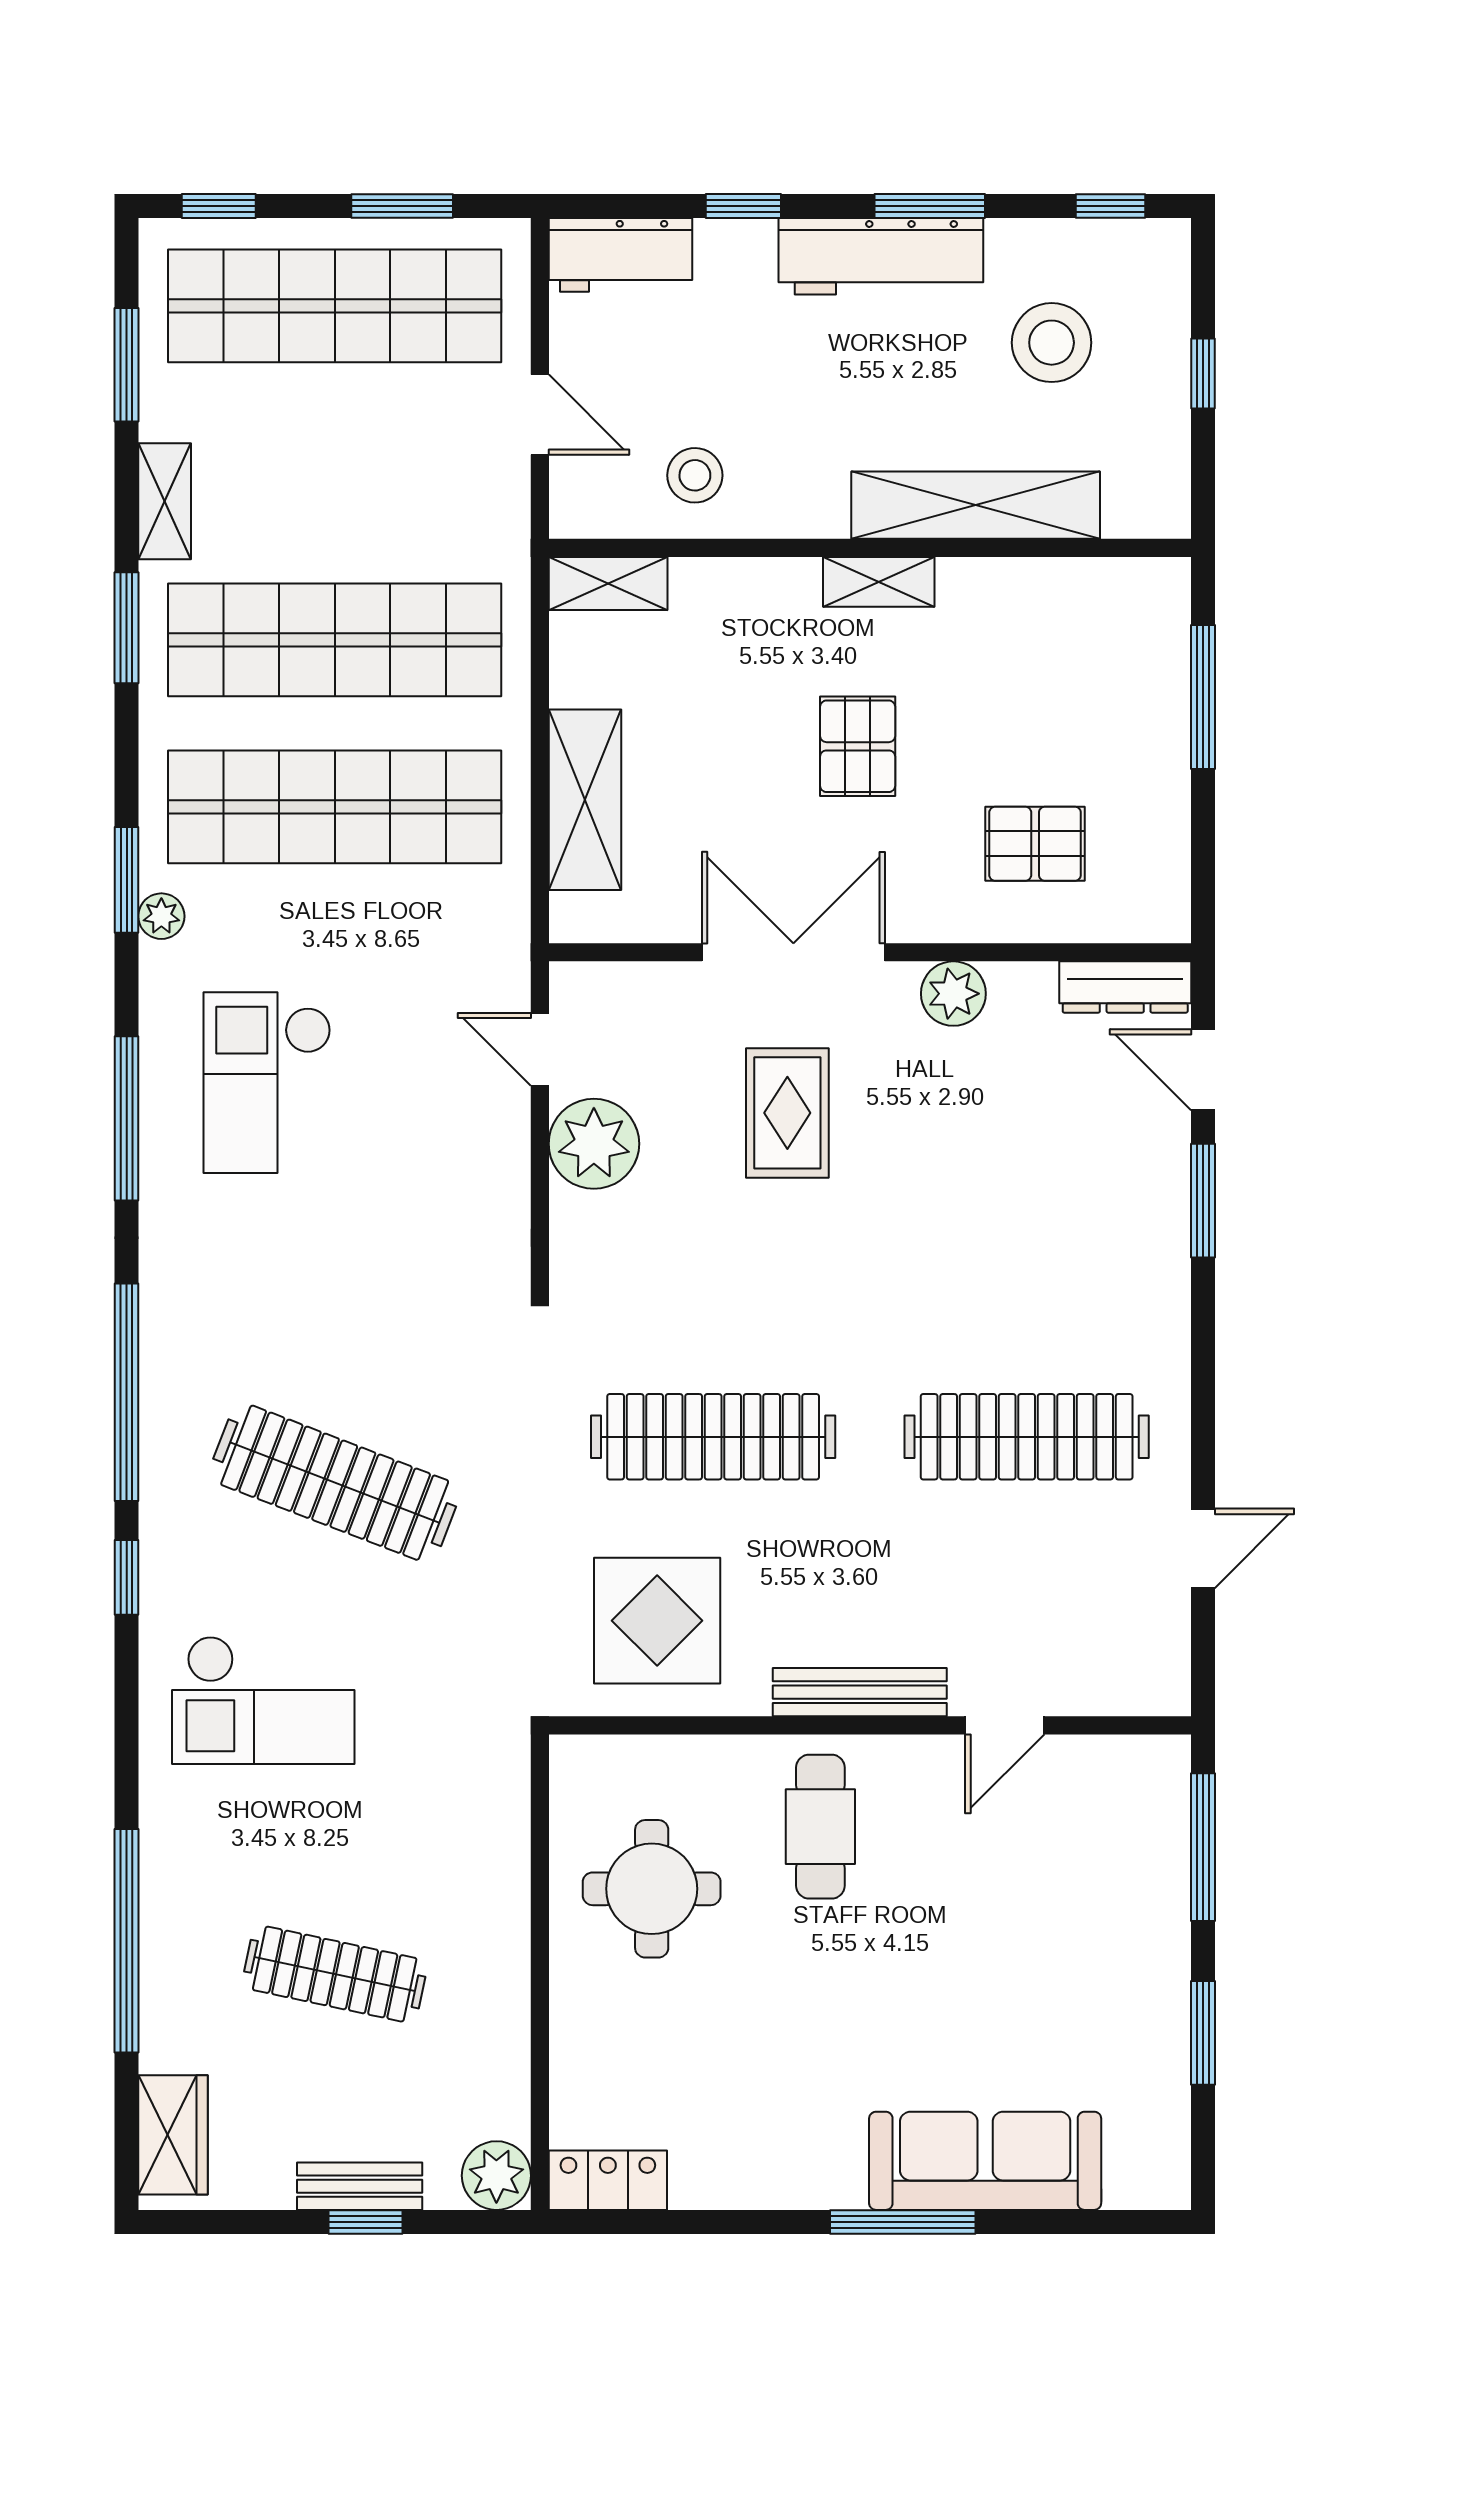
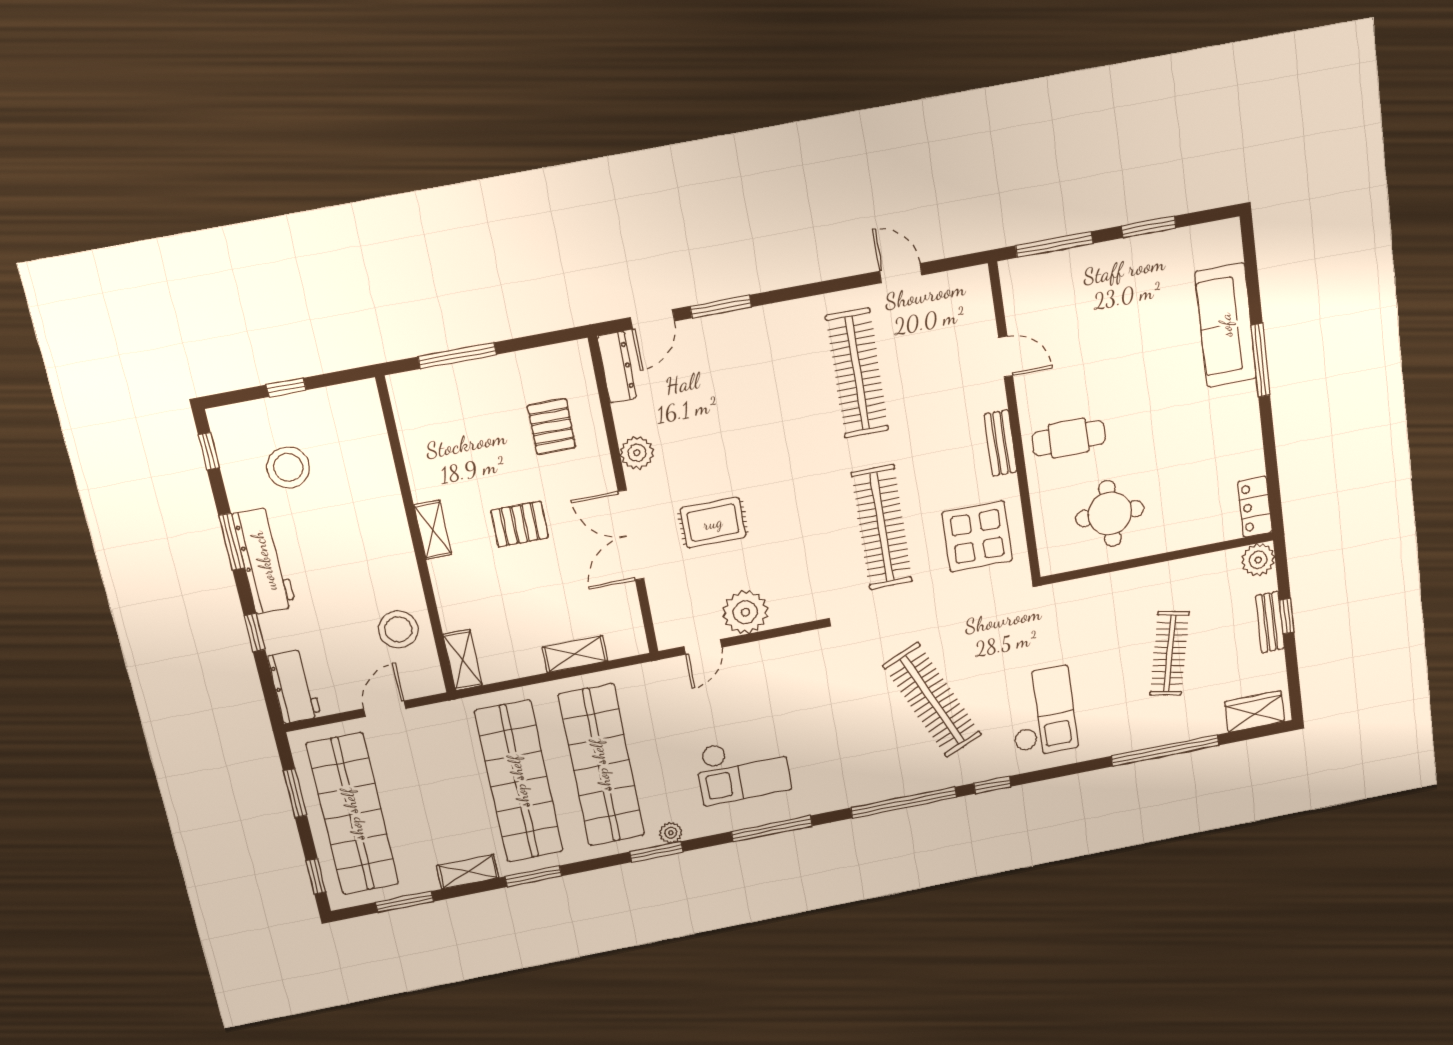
stool: (695, 475) -> (398, 629), width x1.38, depth x1.38
shelving: (976, 505) -> (382, 489), removed
shelving: (585, 800) -> (575, 654), width x0.67, depth x0.75
clothes rail: (335, 1483) -> (932, 700), turned -45
bench: (860, 1692) -> (1000, 443), width x0.73

